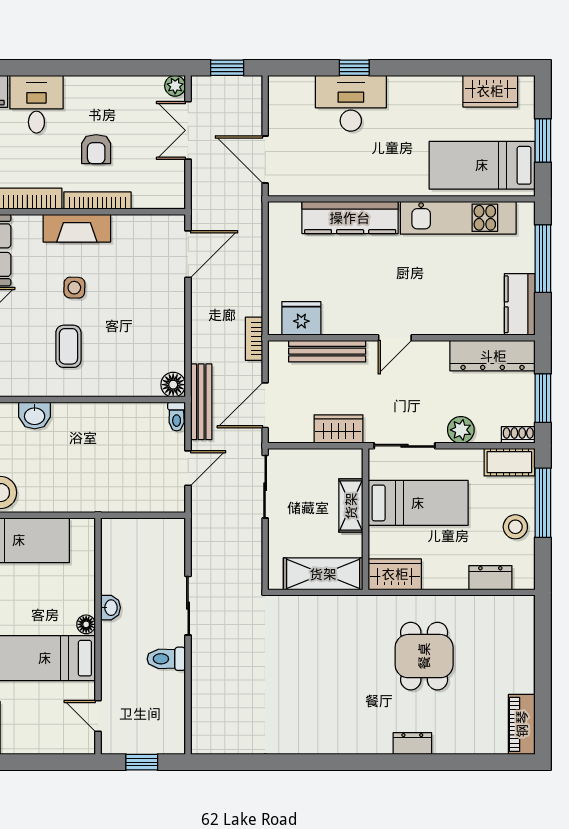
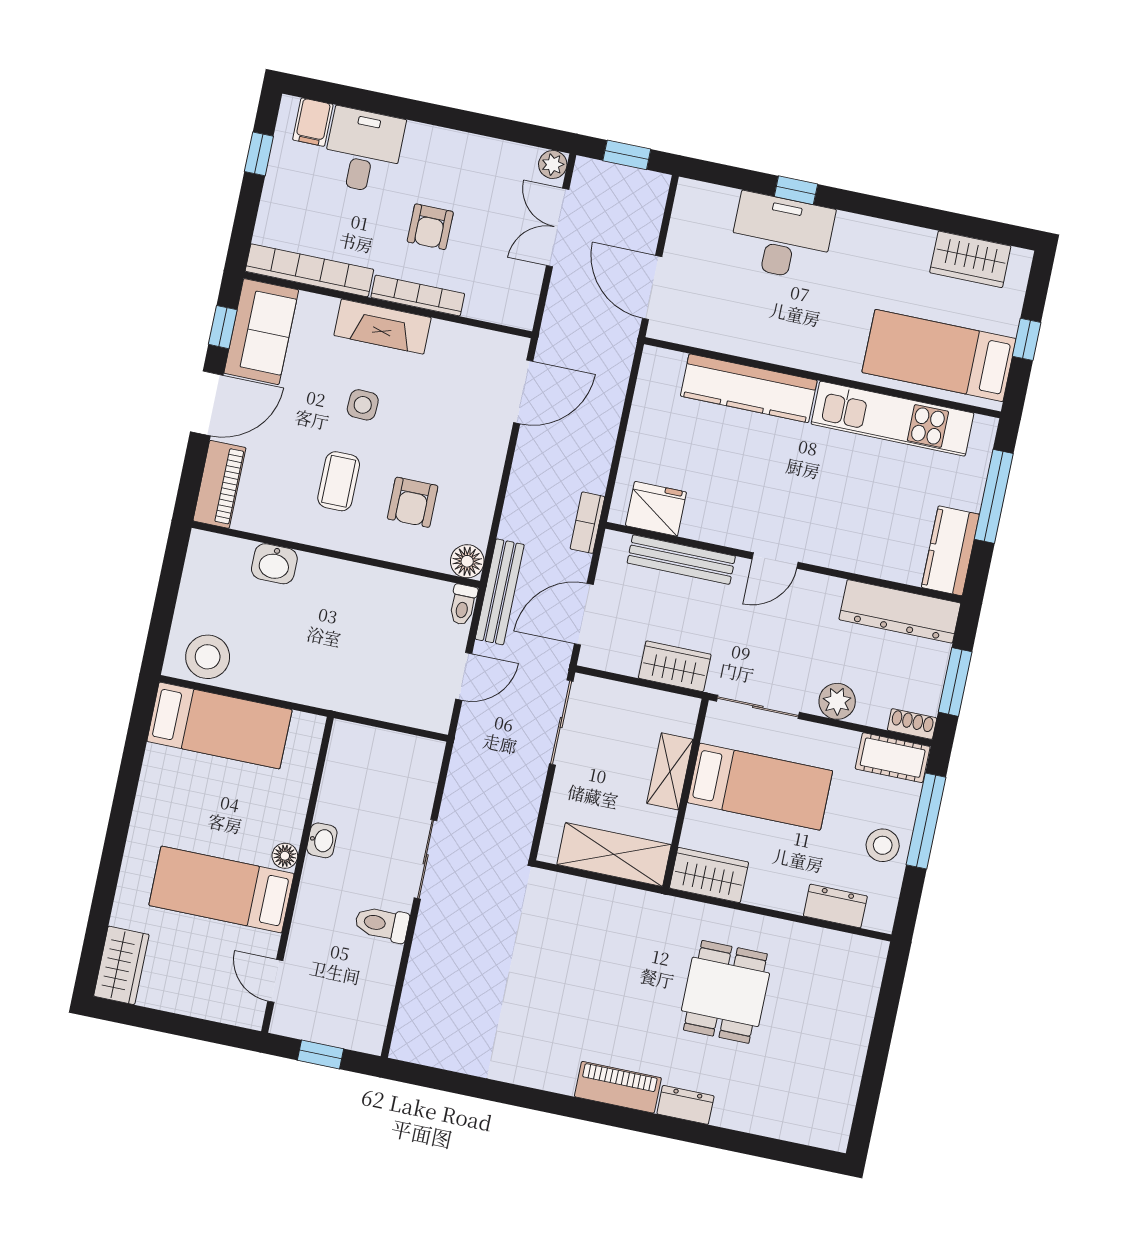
window: (543, 141) -> (1027, 339), width x0.67
armchair: (125, 350) -> (413, 502), added
piano: (522, 724) -> (618, 1087), moved, turned 90

